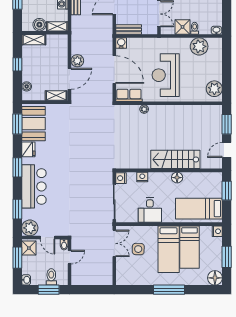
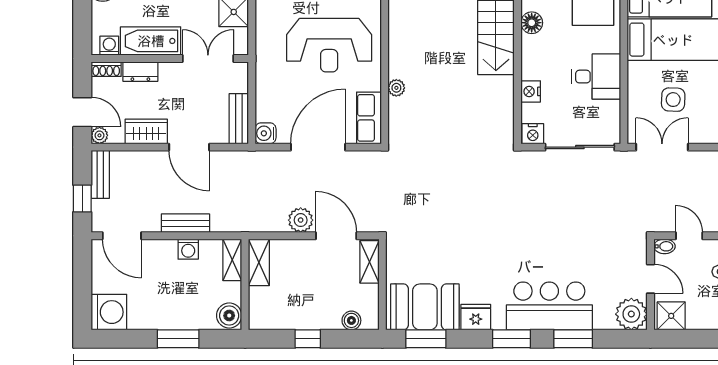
boiler: (39, 25) -> (229, 316), moved
shelving: (34, 40) -> (259, 262), moved
window: (17, 209) -> (573, 339), moved
door: (48, 238) -> (650, 279), hinge flipped
window: (17, 258) -> (690, 339), removed

